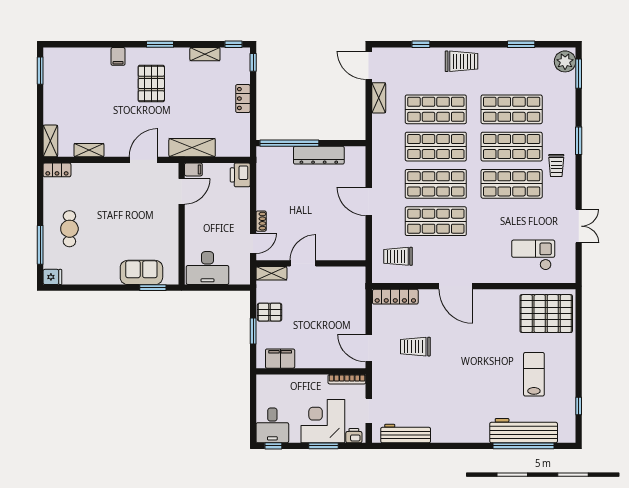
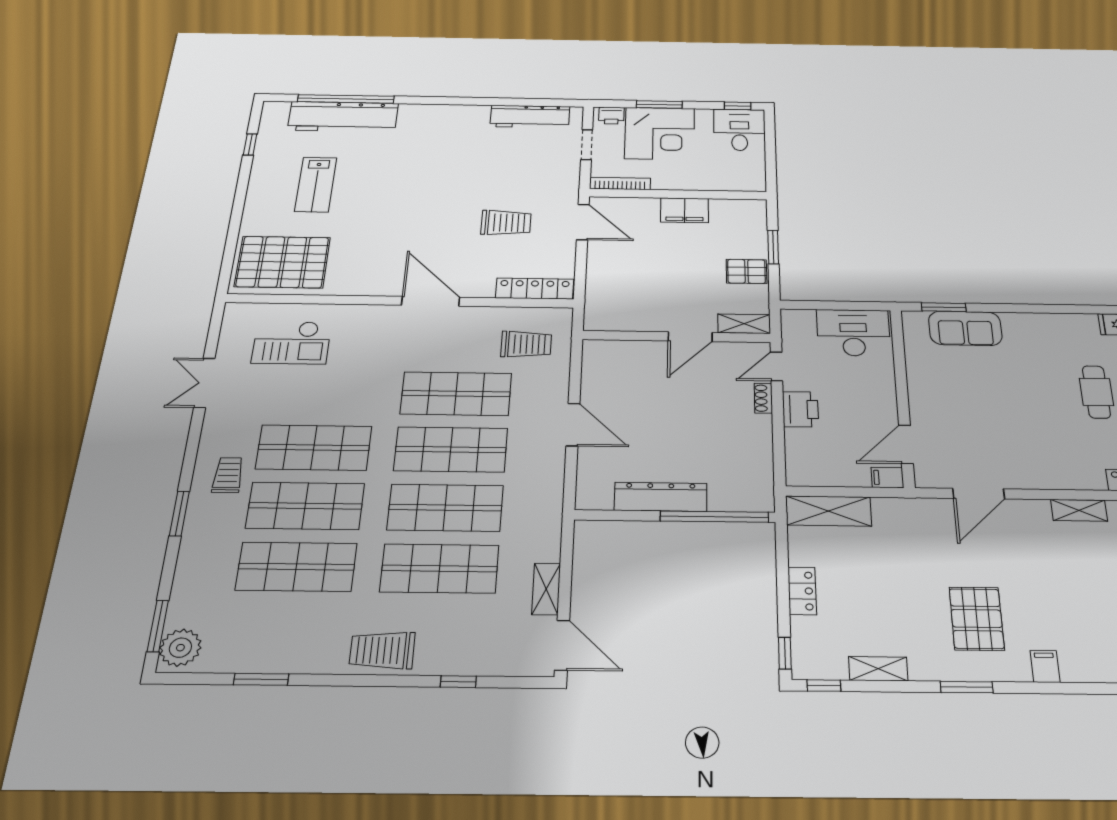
shelving: (192, 148) -> (828, 511), moved
printer: (240, 175) -> (800, 409), moved
filing cabinet: (280, 359) -> (684, 210), moved

